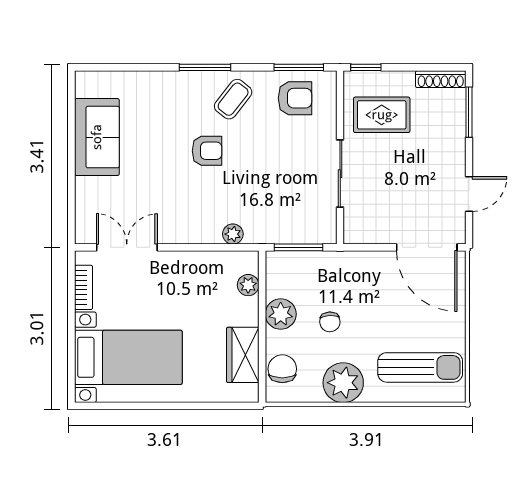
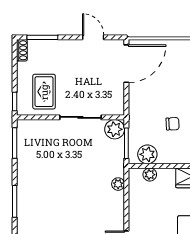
shoe rack: (441, 79) -> (22, 50), width x0.70
armchair: (295, 98) -> (34, 145), removed
coffee table: (233, 99) -> (34, 184), removed
armchair: (207, 151) -> (66, 200), removed
plant: (321, 228) -> (115, 129), added
plant: (281, 314) -> (147, 154), moved

